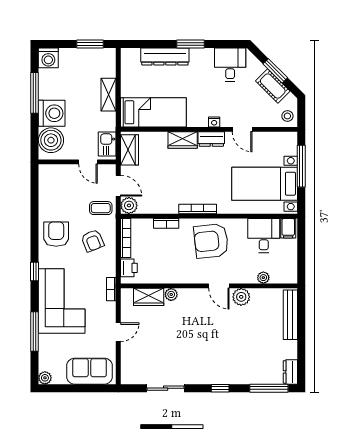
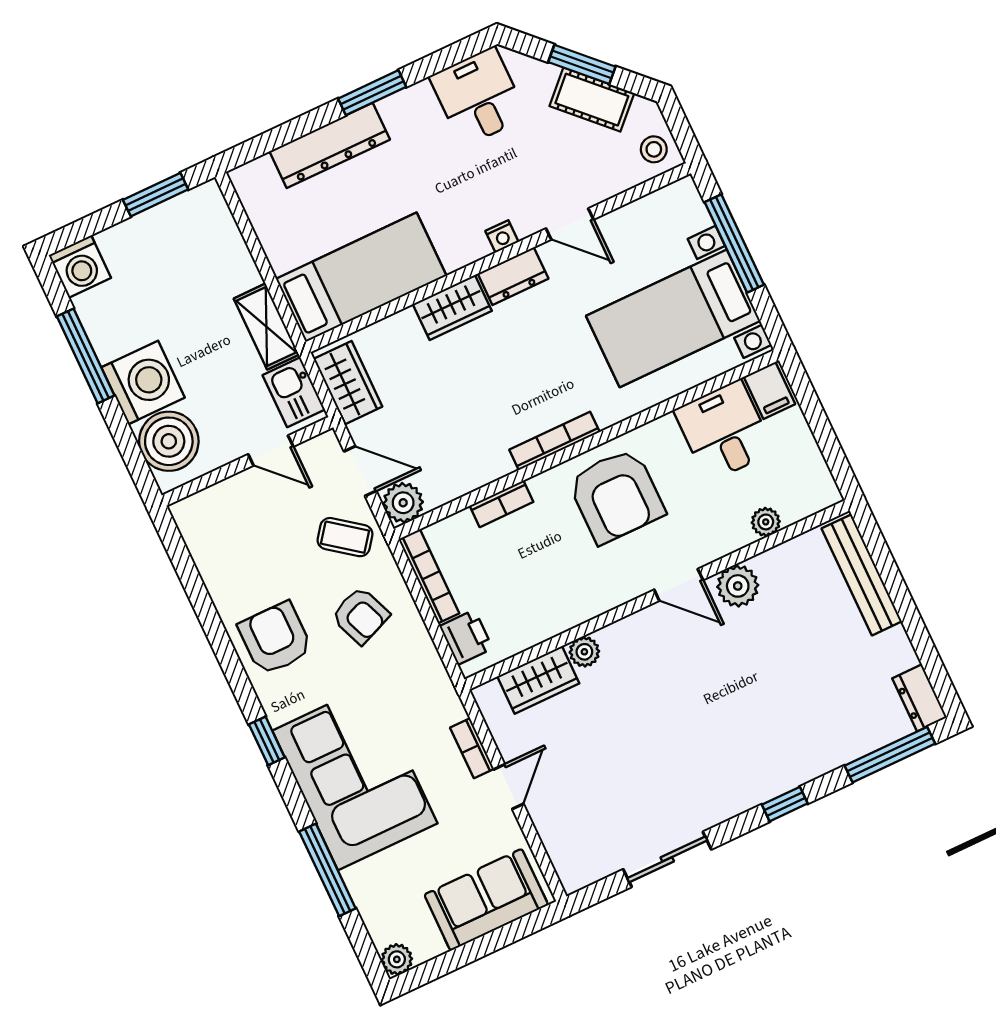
shelving: (109, 95) -> (266, 327), moved
coffee table: (101, 208) -> (345, 537), turned 37
armchair: (211, 241) -> (616, 496), turned -84
bookcase: (111, 289) -> (472, 748), moved

